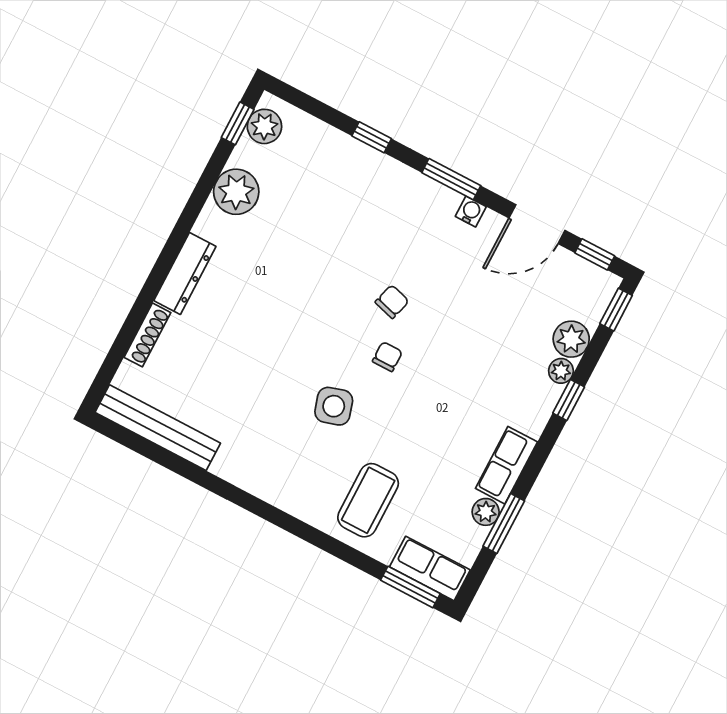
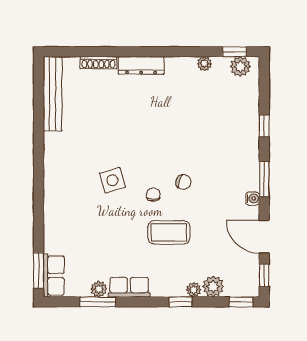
plant: (236, 192) -> (204, 64), width x0.53, depth x0.53
chair: (387, 357) -> (153, 195), turned -90
coffee table: (368, 500) -> (169, 232), moved

